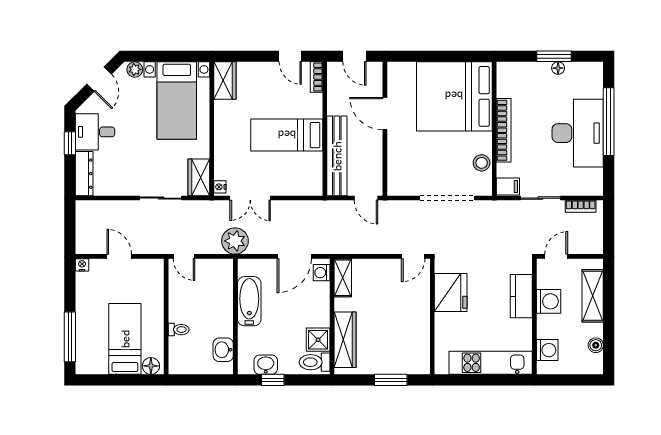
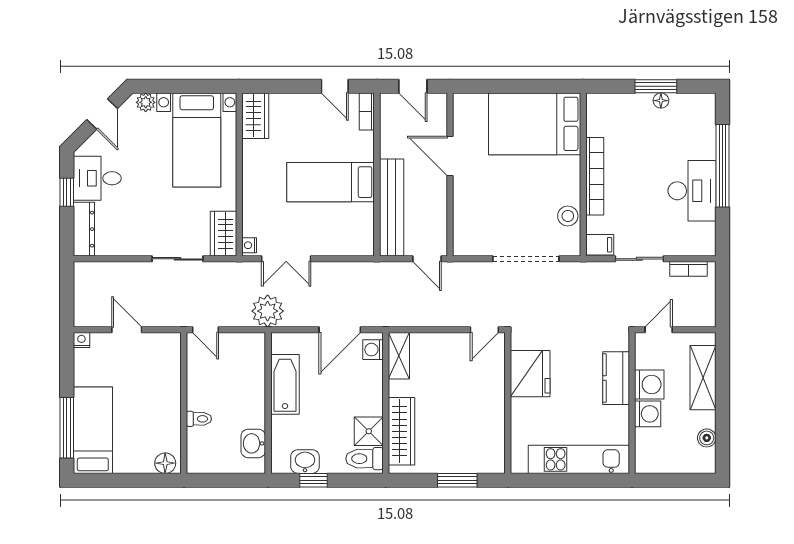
bed: (454, 96) -> (535, 124), width x0.73
desk: (578, 133) -> (692, 191), width x0.73, depth x0.77
bed: (125, 339) -> (93, 430), moved
washing machine: (547, 350) -> (648, 414), moved

